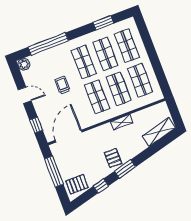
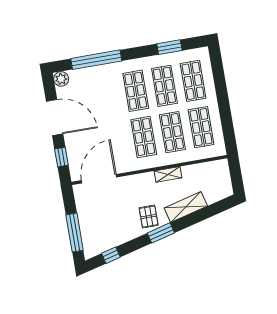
trolley: (62, 85) -> (104, 114), removed
door: (25, 95) -> (55, 117), width x1.88
shelving: (159, 132) -> (186, 207), moved
window: (54, 172) -> (75, 233), moved
pallet: (77, 184) -> (98, 240), removed
window: (101, 186) -> (111, 255), moved

